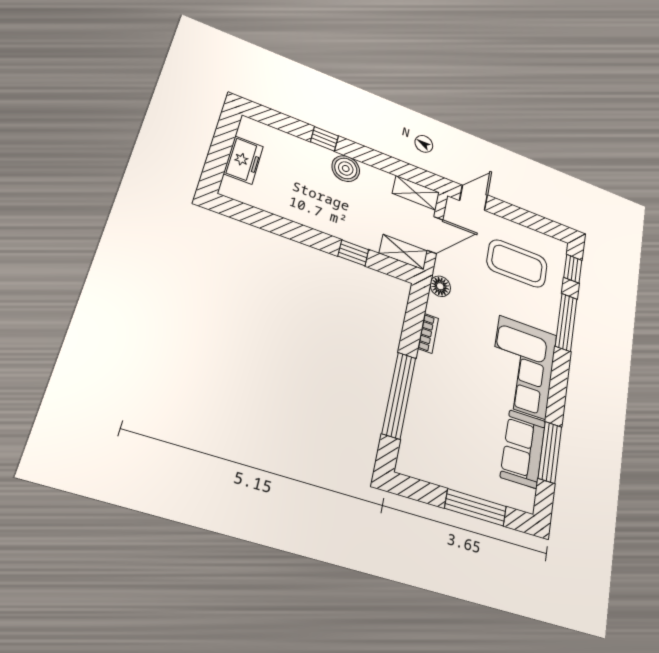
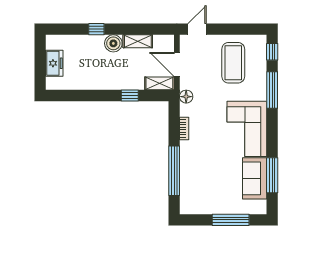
shelving: (416, 193) -> (138, 41), moved
door: (435, 235) -> (177, 65), swing flipped
coffee table: (517, 263) -> (233, 63), turned 90

